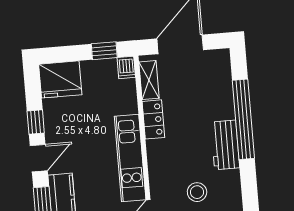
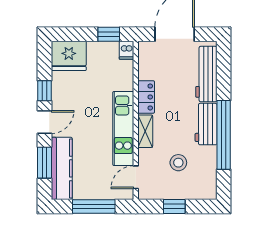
shelving: (149, 80) -> (145, 131), moved
workbench: (221, 87) -> (206, 74), added
window: (243, 119) -> (224, 135), moved

